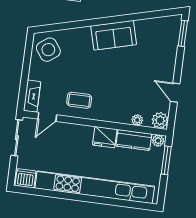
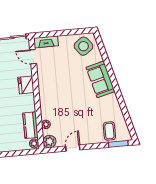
sofa: (114, 35) -> (100, 79), moved
coffee table: (79, 100) -> (109, 131), moved
fridge: (105, 137) -> (26, 85), moved
window: (166, 160) -> (21, 153), removed

